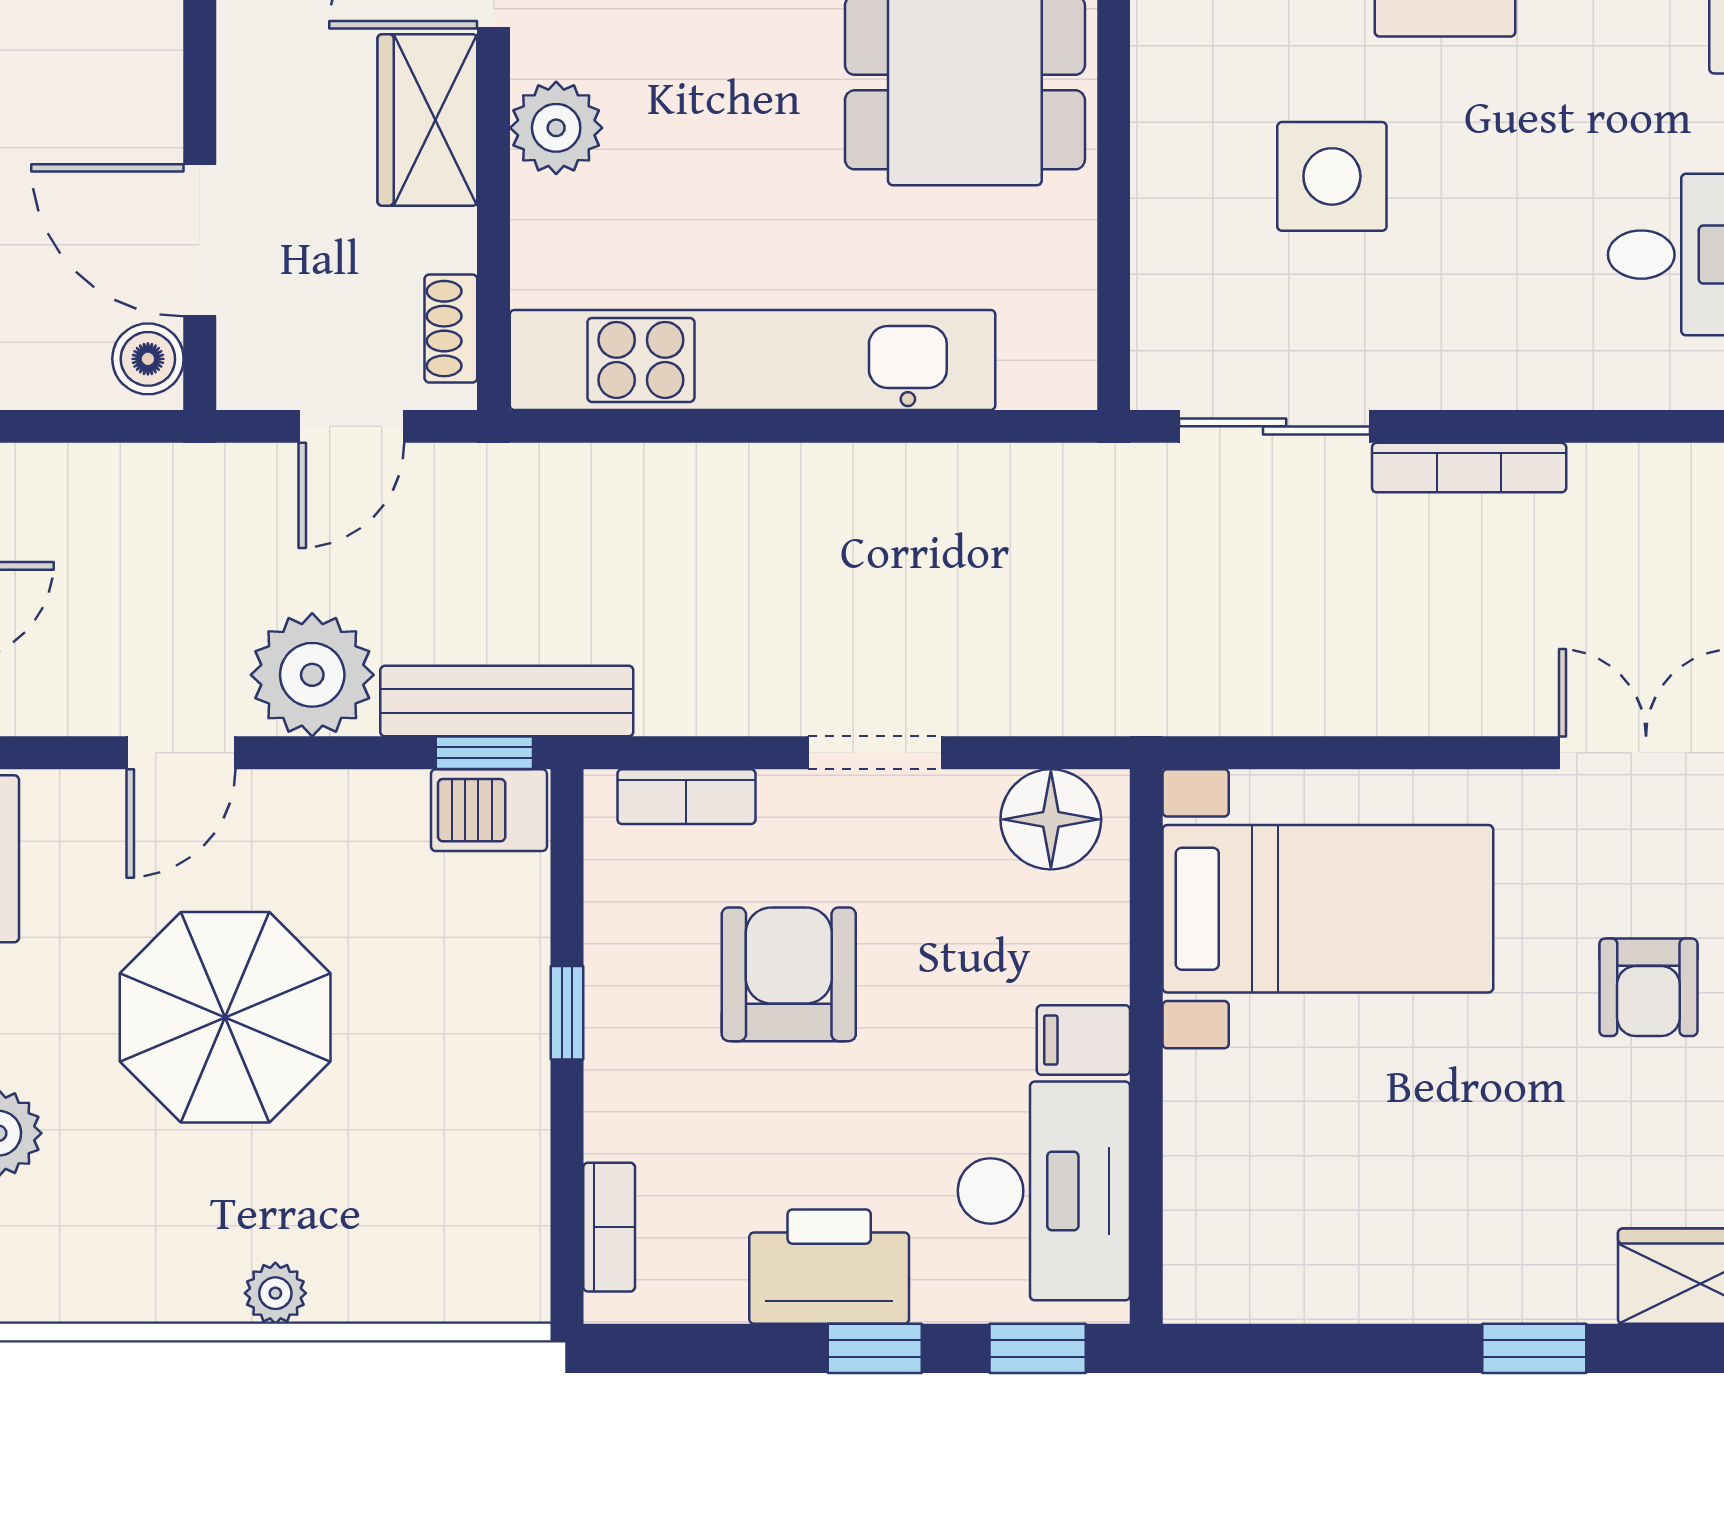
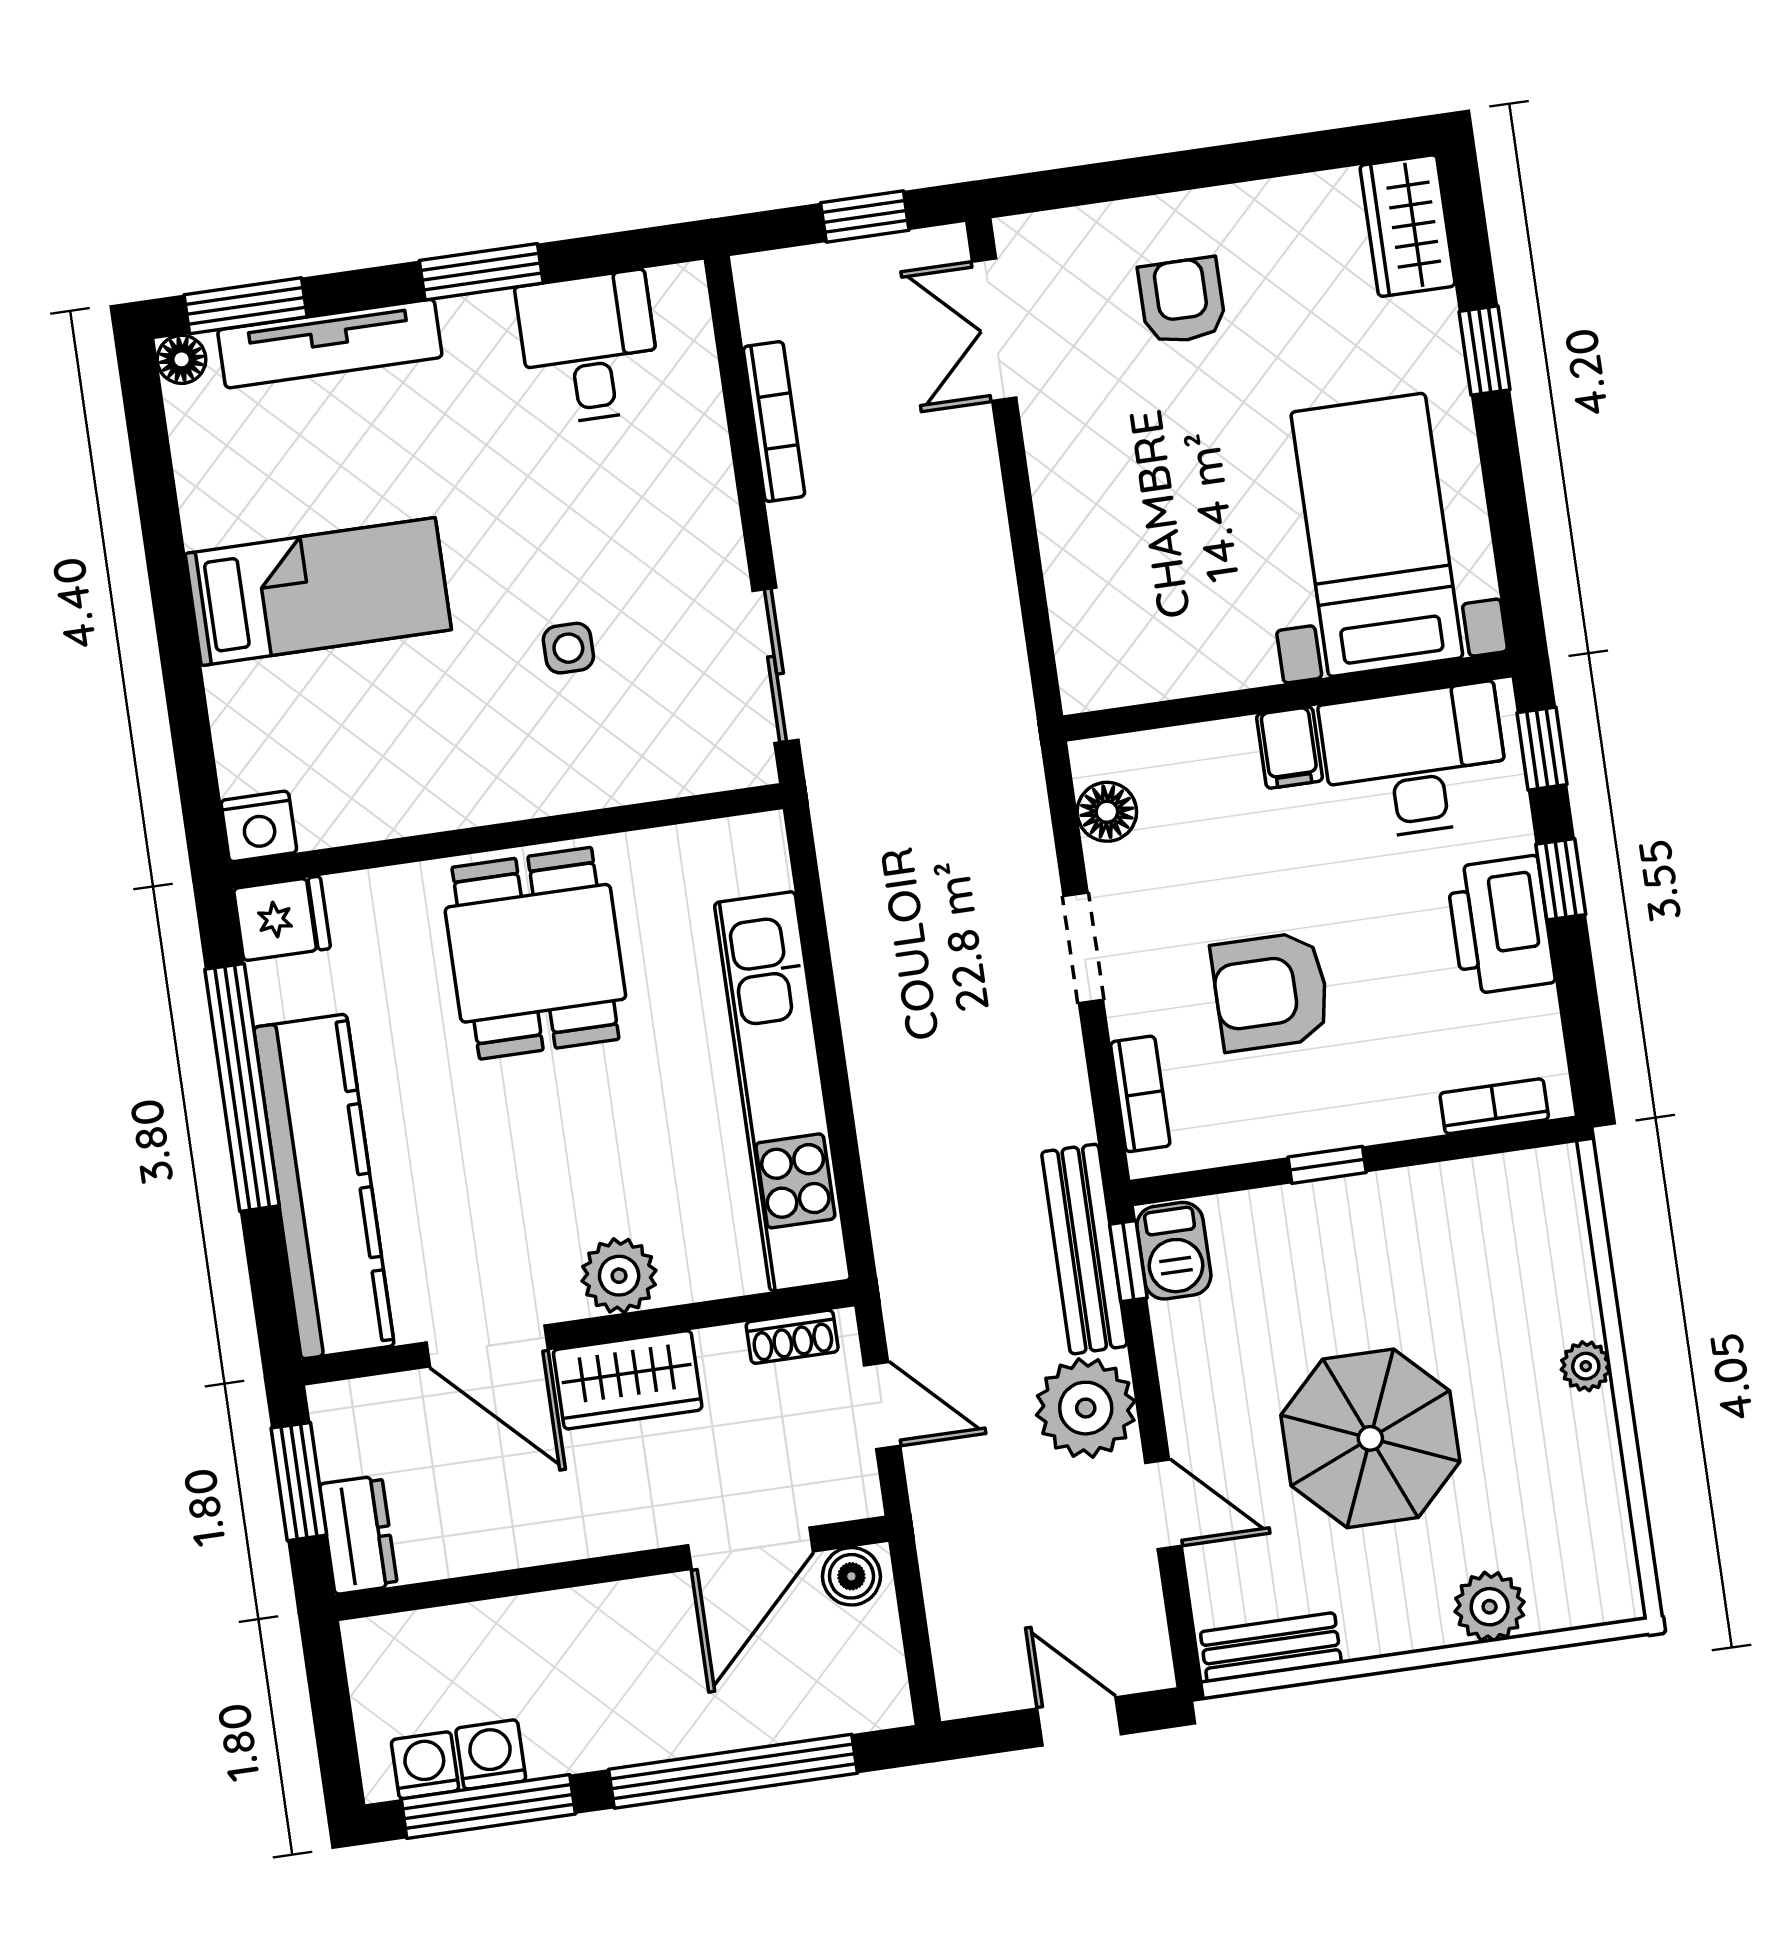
side table: (1332, 176) -> (568, 648), width x0.54, depth x0.54
bookcase: (1469, 468) -> (774, 422), moved
floor lamp: (1051, 819) -> (1107, 812), width x0.73, depth x0.73
bed with nightstands: (1328, 909) -> (1377, 535), moved
armchair: (1648, 987) -> (1182, 301), turned -90

